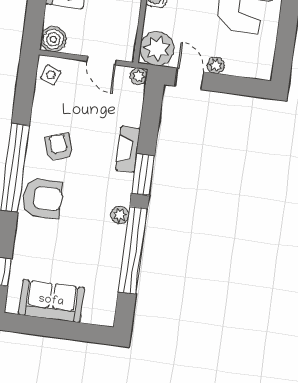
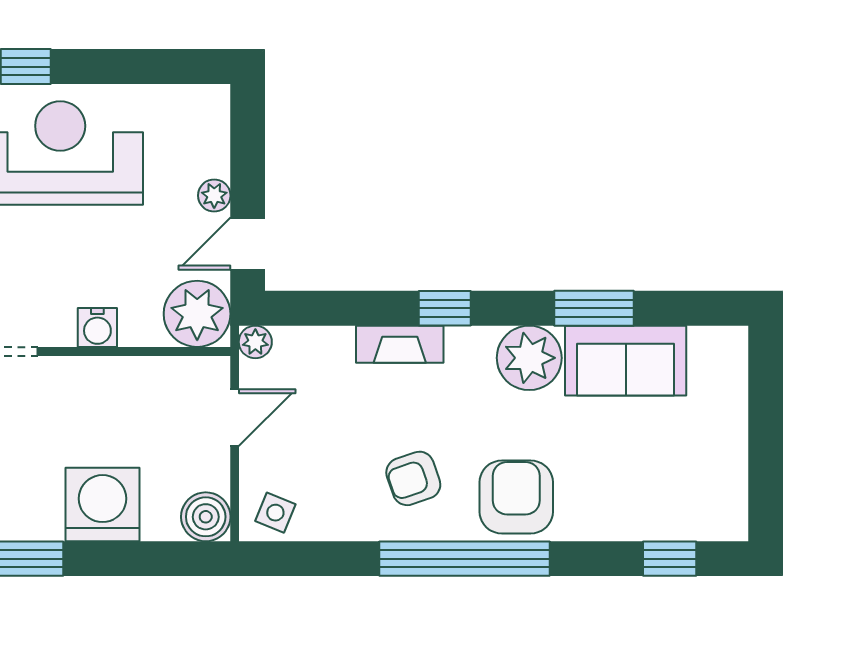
window: (143, 175) -> (445, 308), width x0.67
plant: (120, 215) -> (529, 358), width x1.88, depth x1.88
window: (133, 250) -> (594, 308), width x0.47
sofa: (51, 301) -> (626, 361), moved, turned -90

